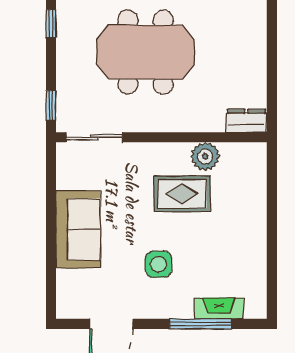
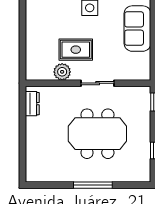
dresser: (246, 121) -> (32, 104), moved, turned -90
sliding door: (94, 137) -> (98, 83), moved

